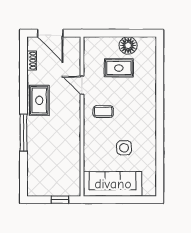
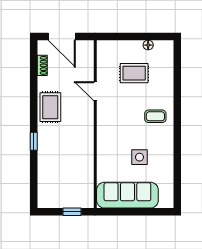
floor lamp: (128, 45) -> (148, 45), width x0.53, depth x0.53
coffee table: (103, 112) -> (155, 116), moved
window: (24, 133) -> (34, 141), width x0.46

